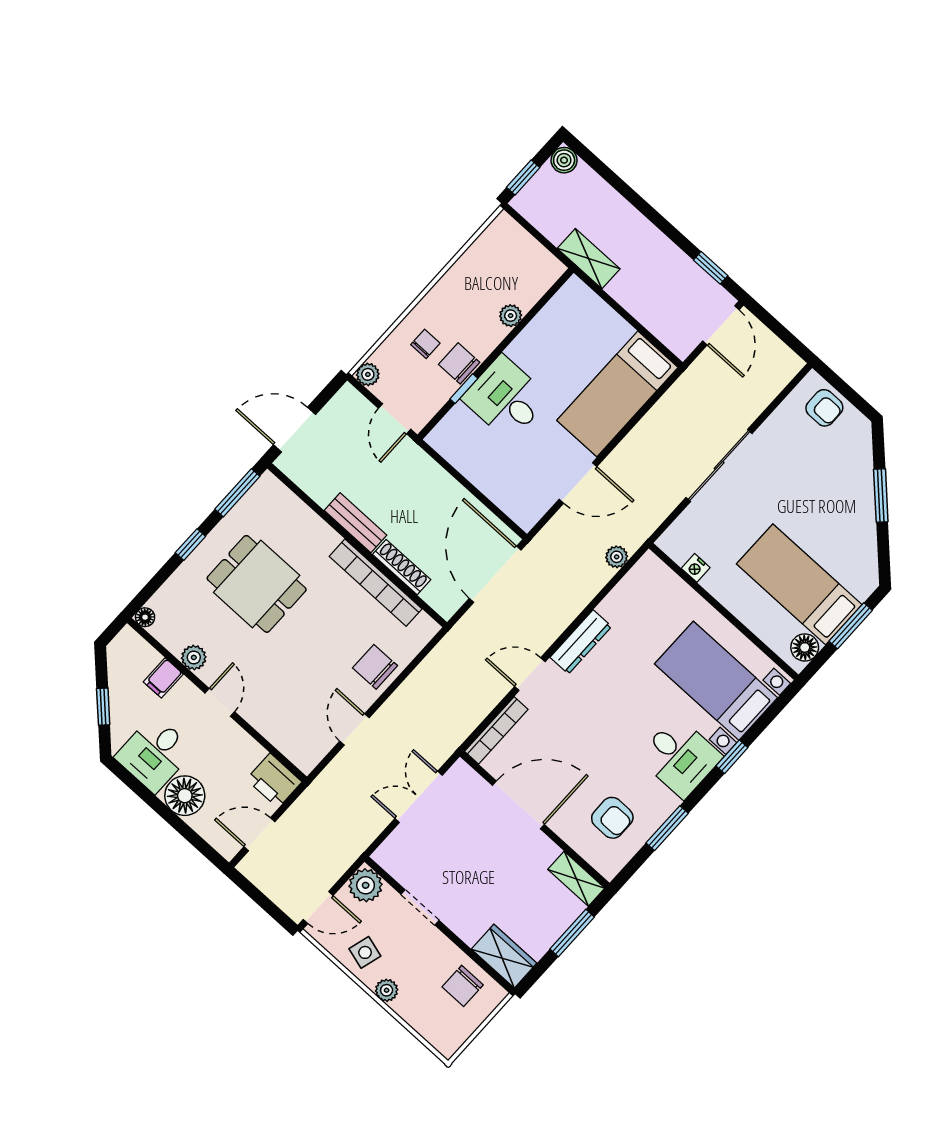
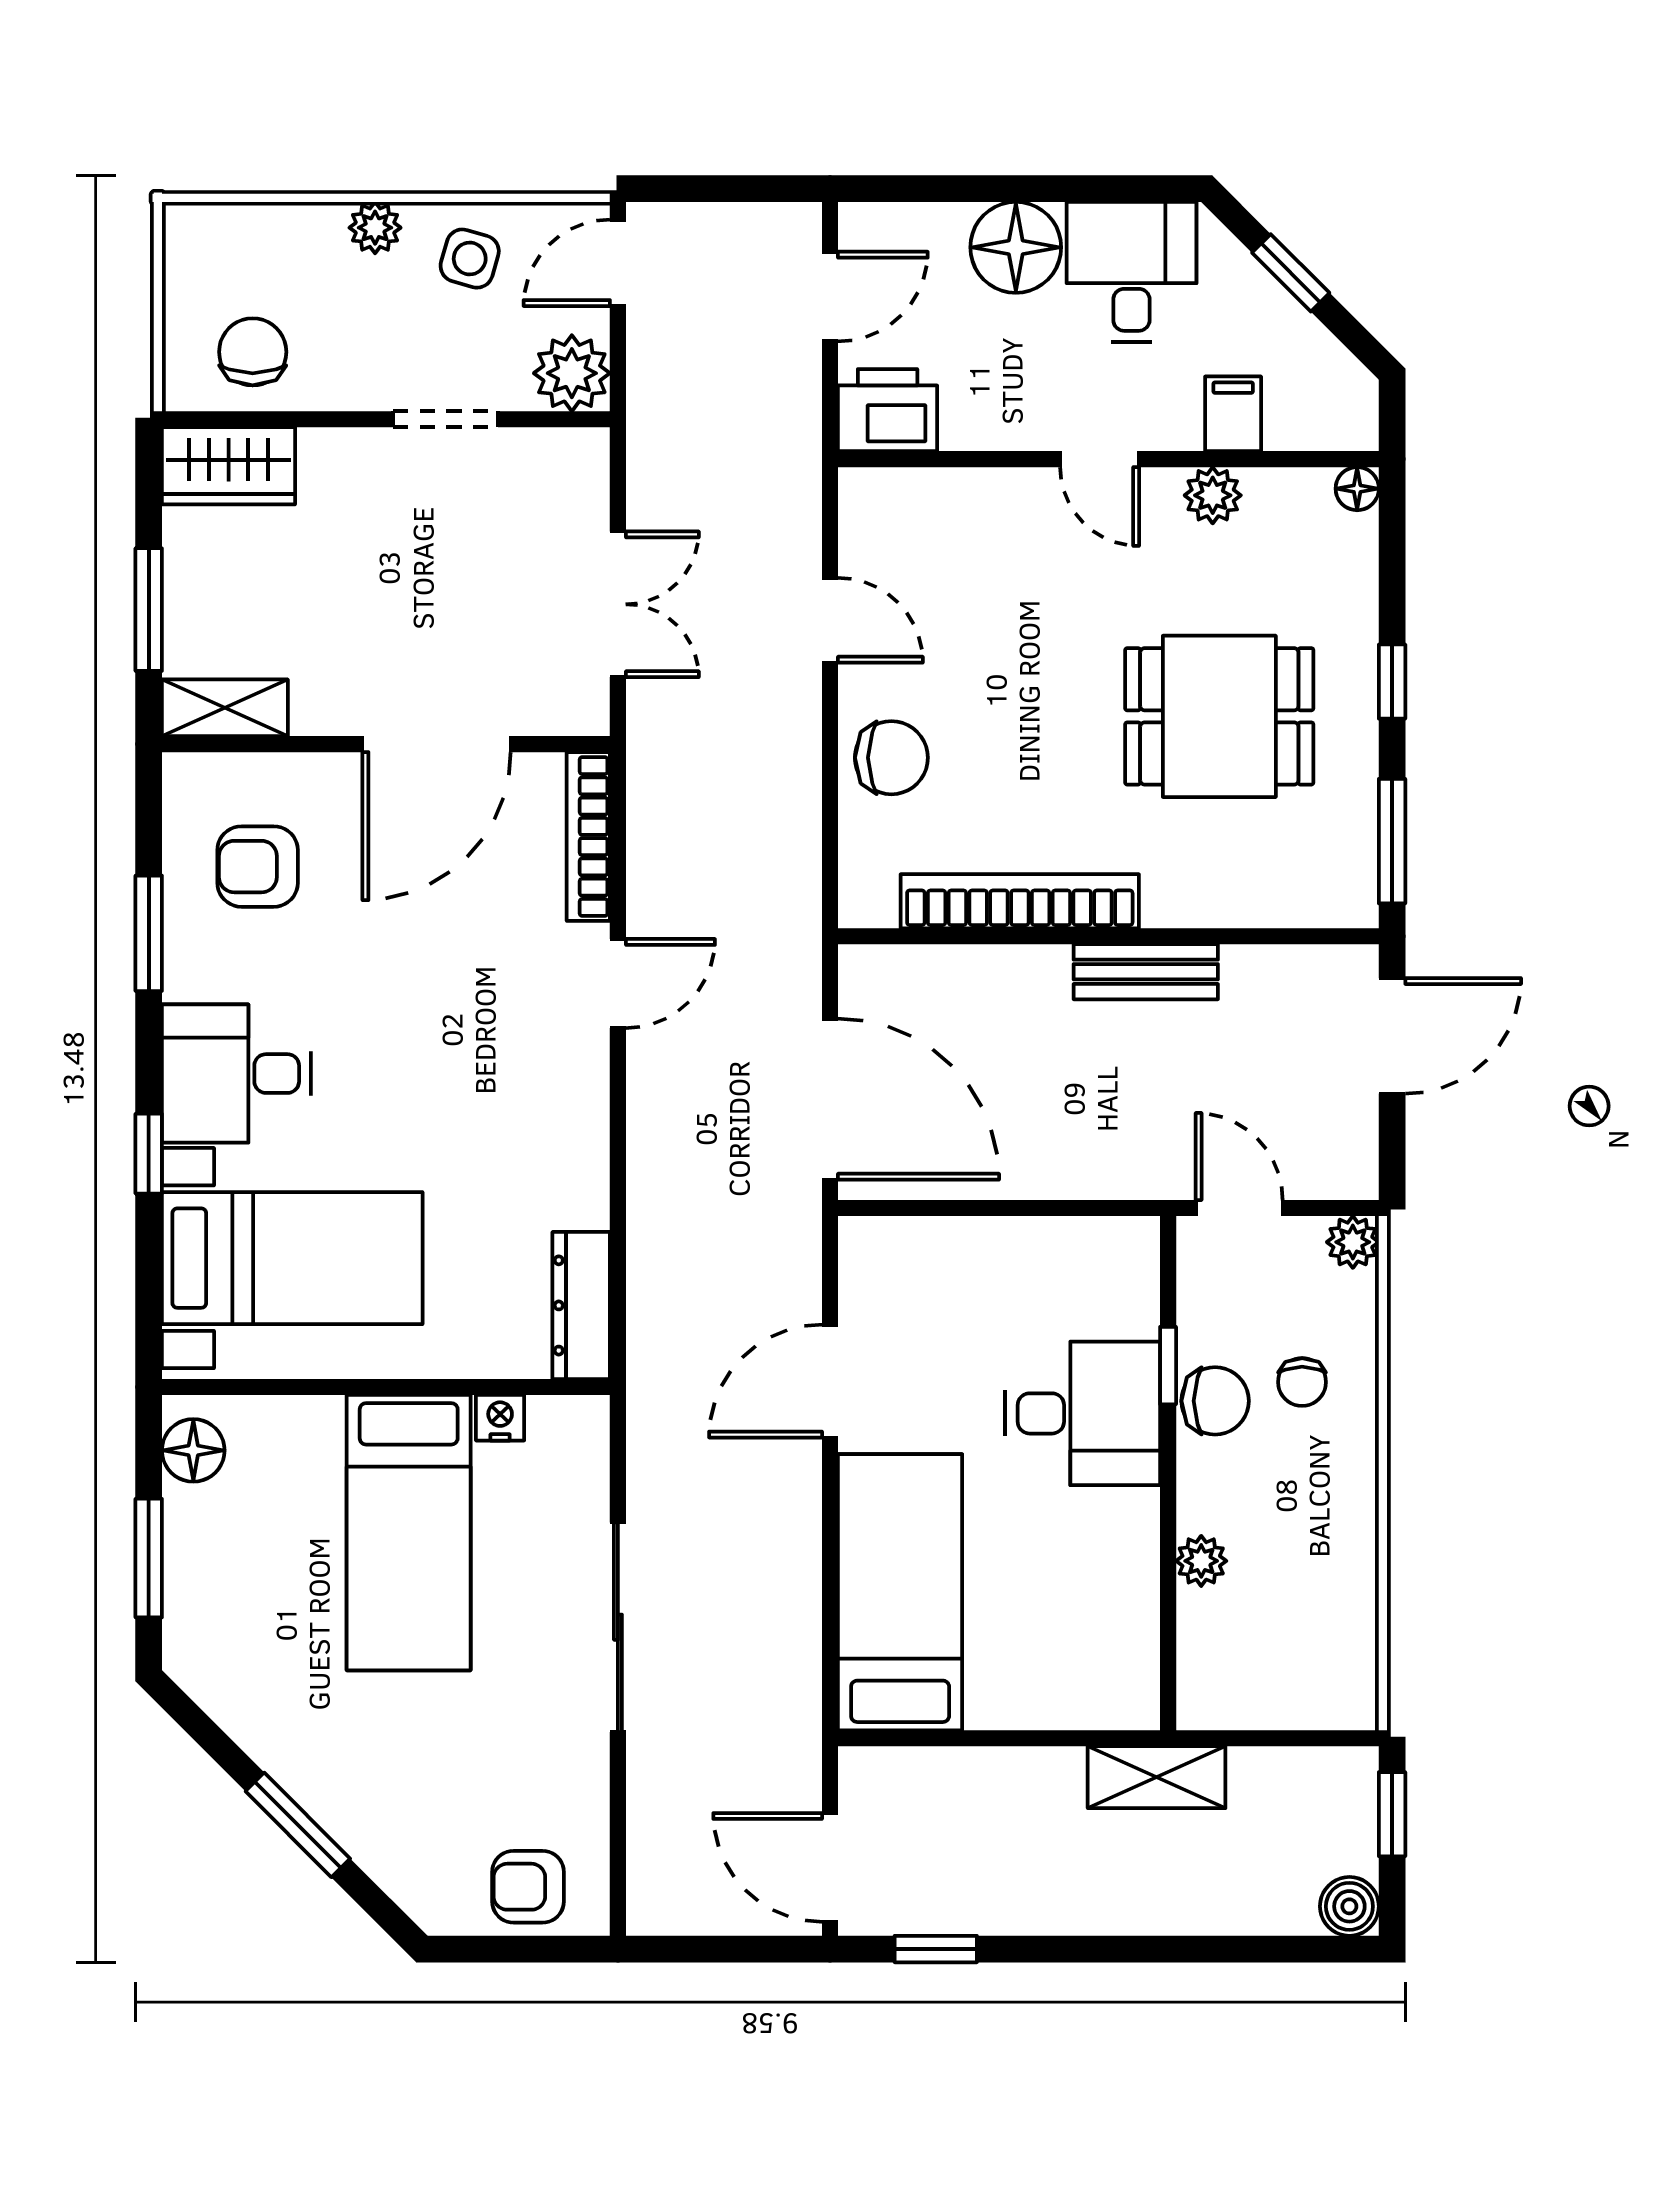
plant: (617, 557) -> (651, 1315), removed
shoe rack: (402, 567) -> (999, 968), removed
bed: (799, 584) -> (409, 1533), moved, turned 90
dresser: (581, 642) -> (581, 1305), moved

